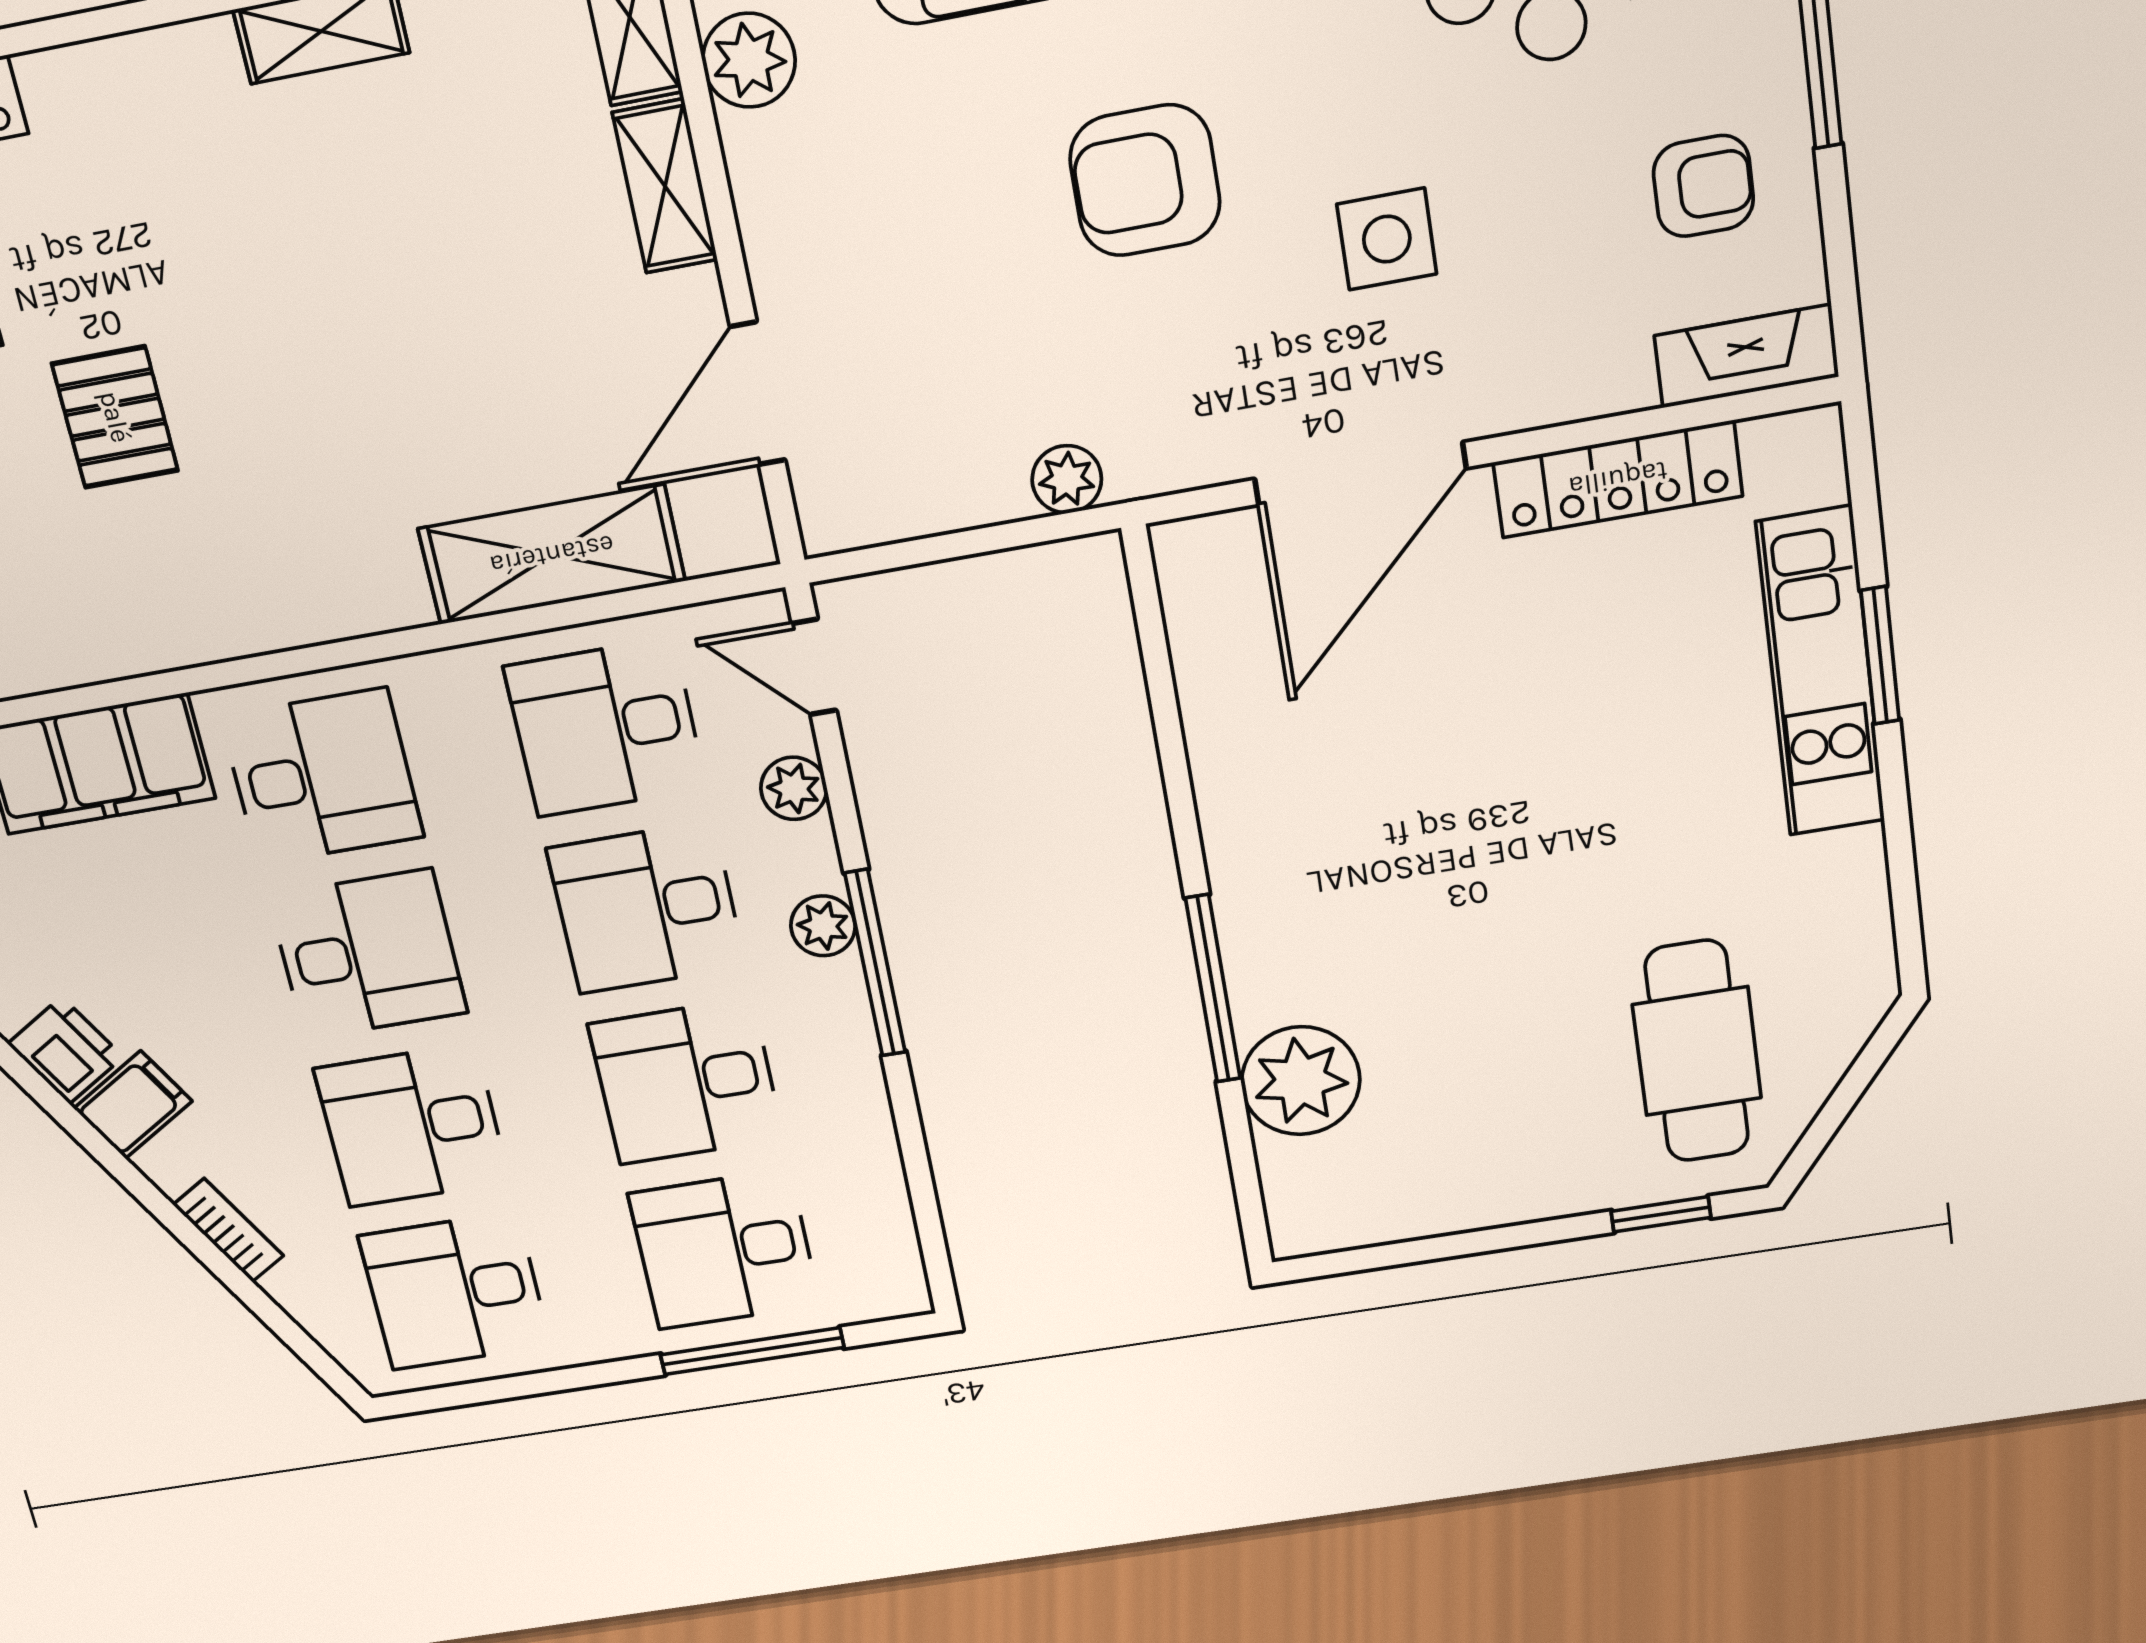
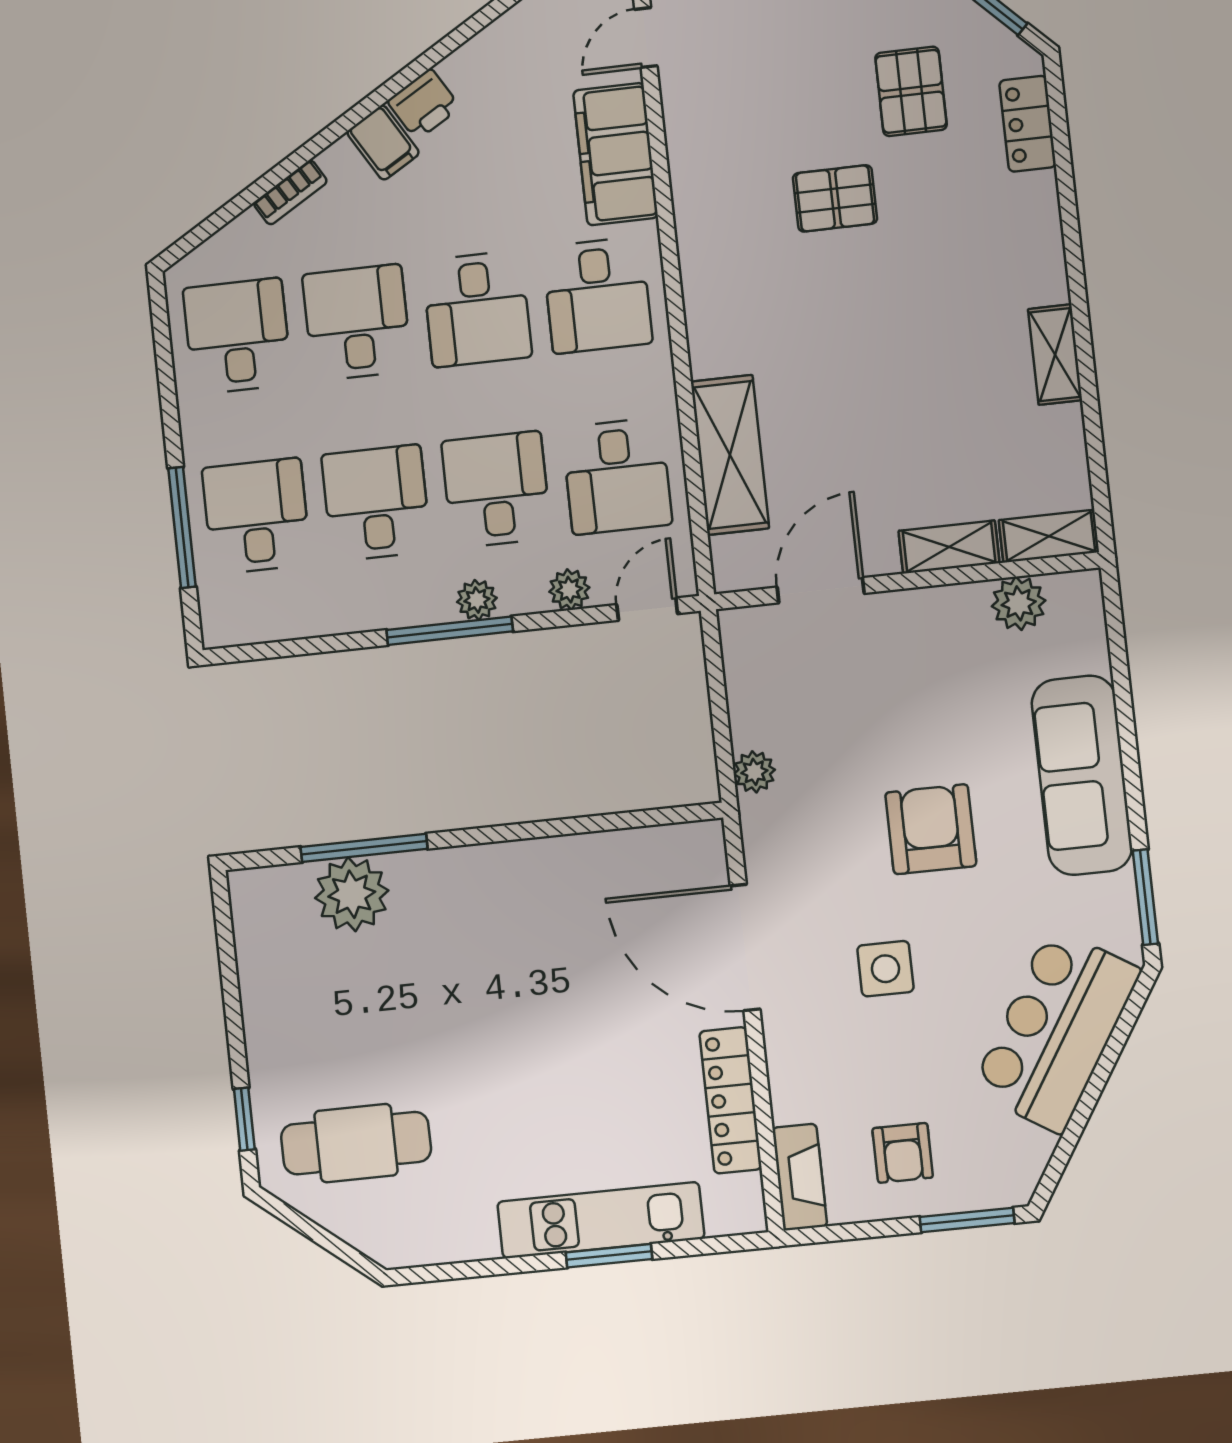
door: (758, 393) -> (821, 590), hinge flipped
desk: (605, 728) -> (617, 476), turned 180
window: (1213, 989) -> (364, 848), moved

